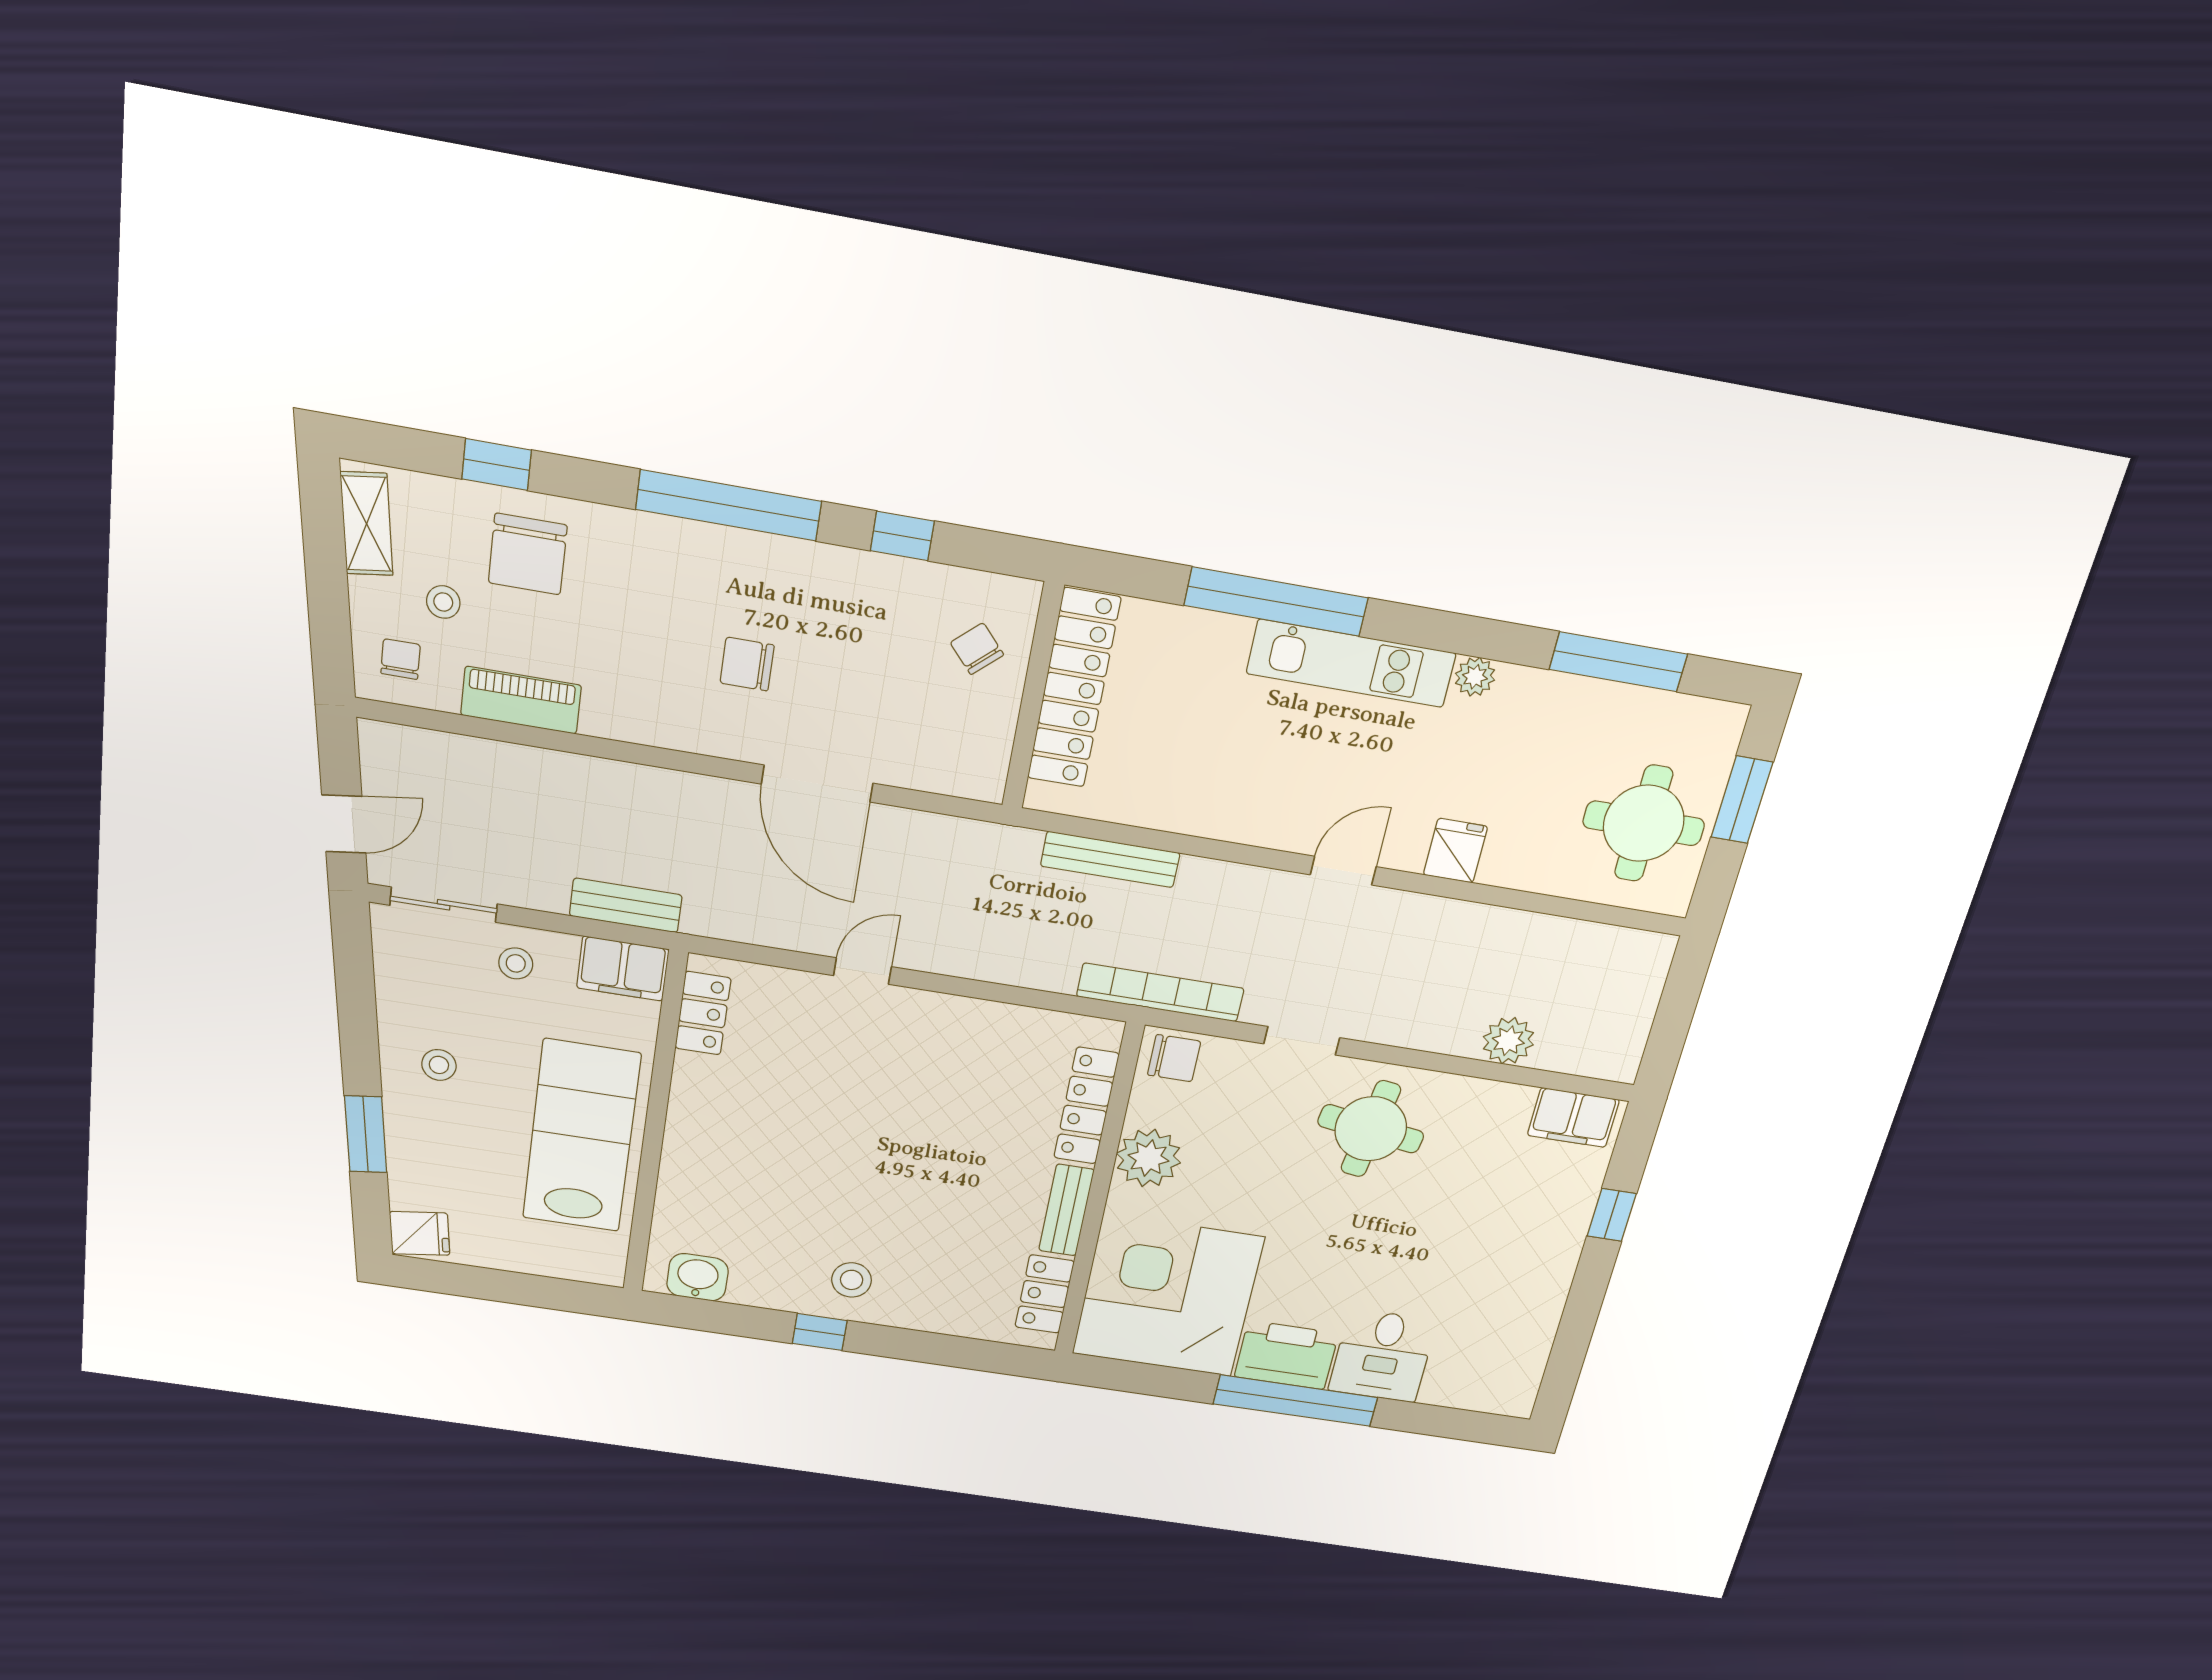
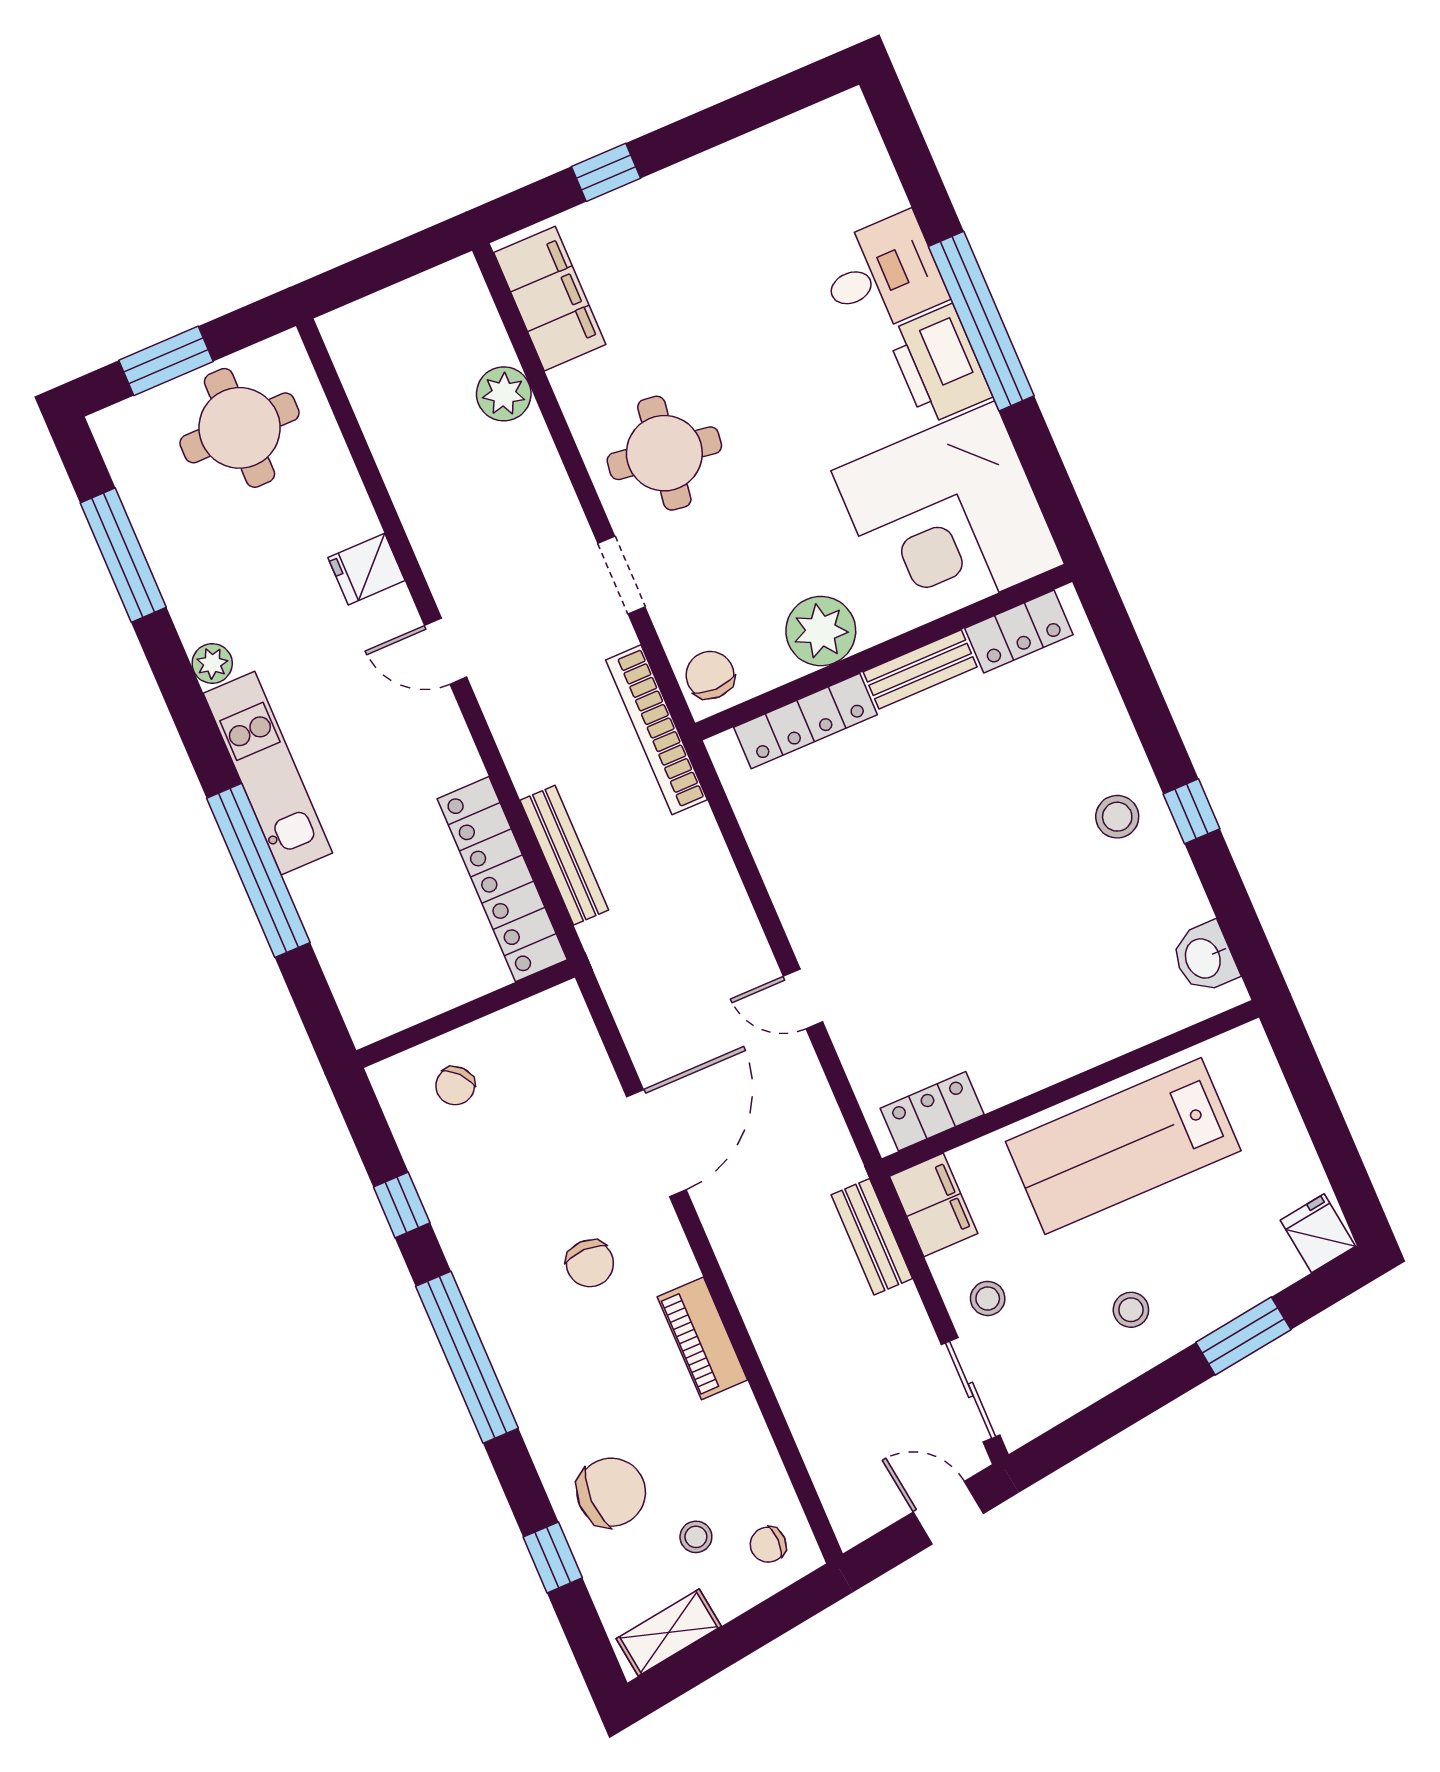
locker: (1074, 688) -> (502, 879), moved, turned -90
piano: (521, 700) -> (702, 1338), moved
filing cabinet: (1573, 1118) -> (550, 299), width x1.50, depth x1.17

